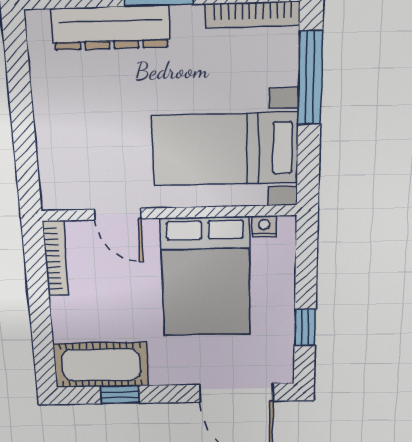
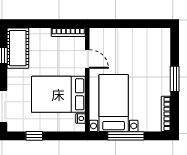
dresser: (111, 28) -> (162, 60), removed
window: (310, 78) -> (126, 136), moved
door: (118, 214) -> (87, 59), swing flipped

